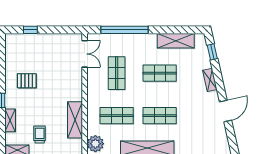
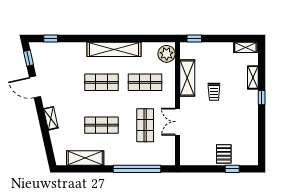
window: (212, 52) -> (29, 58), moved
double door: (85, 54) -> (177, 122), moved
pallet: (27, 81) -> (224, 154), moved, turned 90
door: (225, 111) -> (35, 87), hinge flipped
trolley: (40, 135) -> (214, 92), moved

